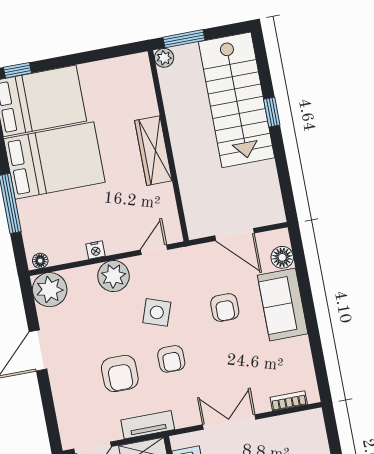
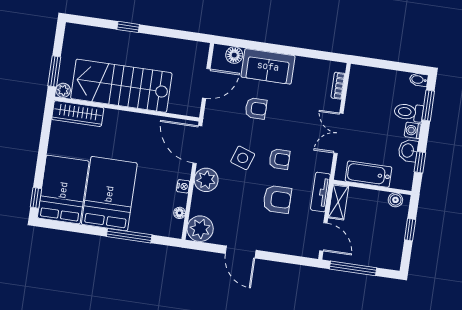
stairs: (236, 100) -> (121, 86), moved, turned 180
wardrobe: (153, 151) -> (78, 114), moved
door: (154, 250) -> (197, 145), width x1.88
floor lamp: (40, 261) -> (180, 213), moved

